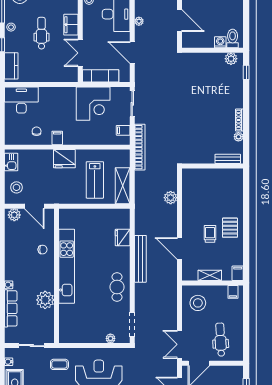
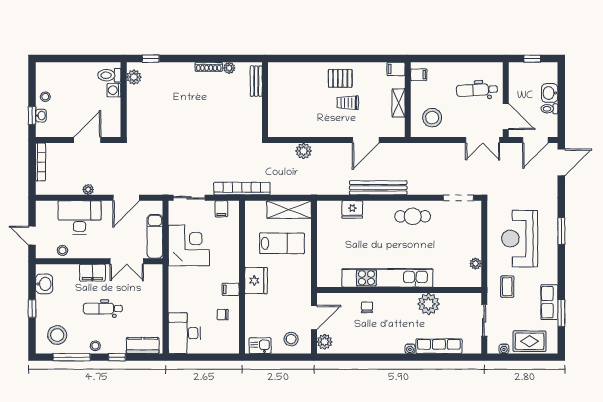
plant: (110, 338) -> (476, 264), moved

